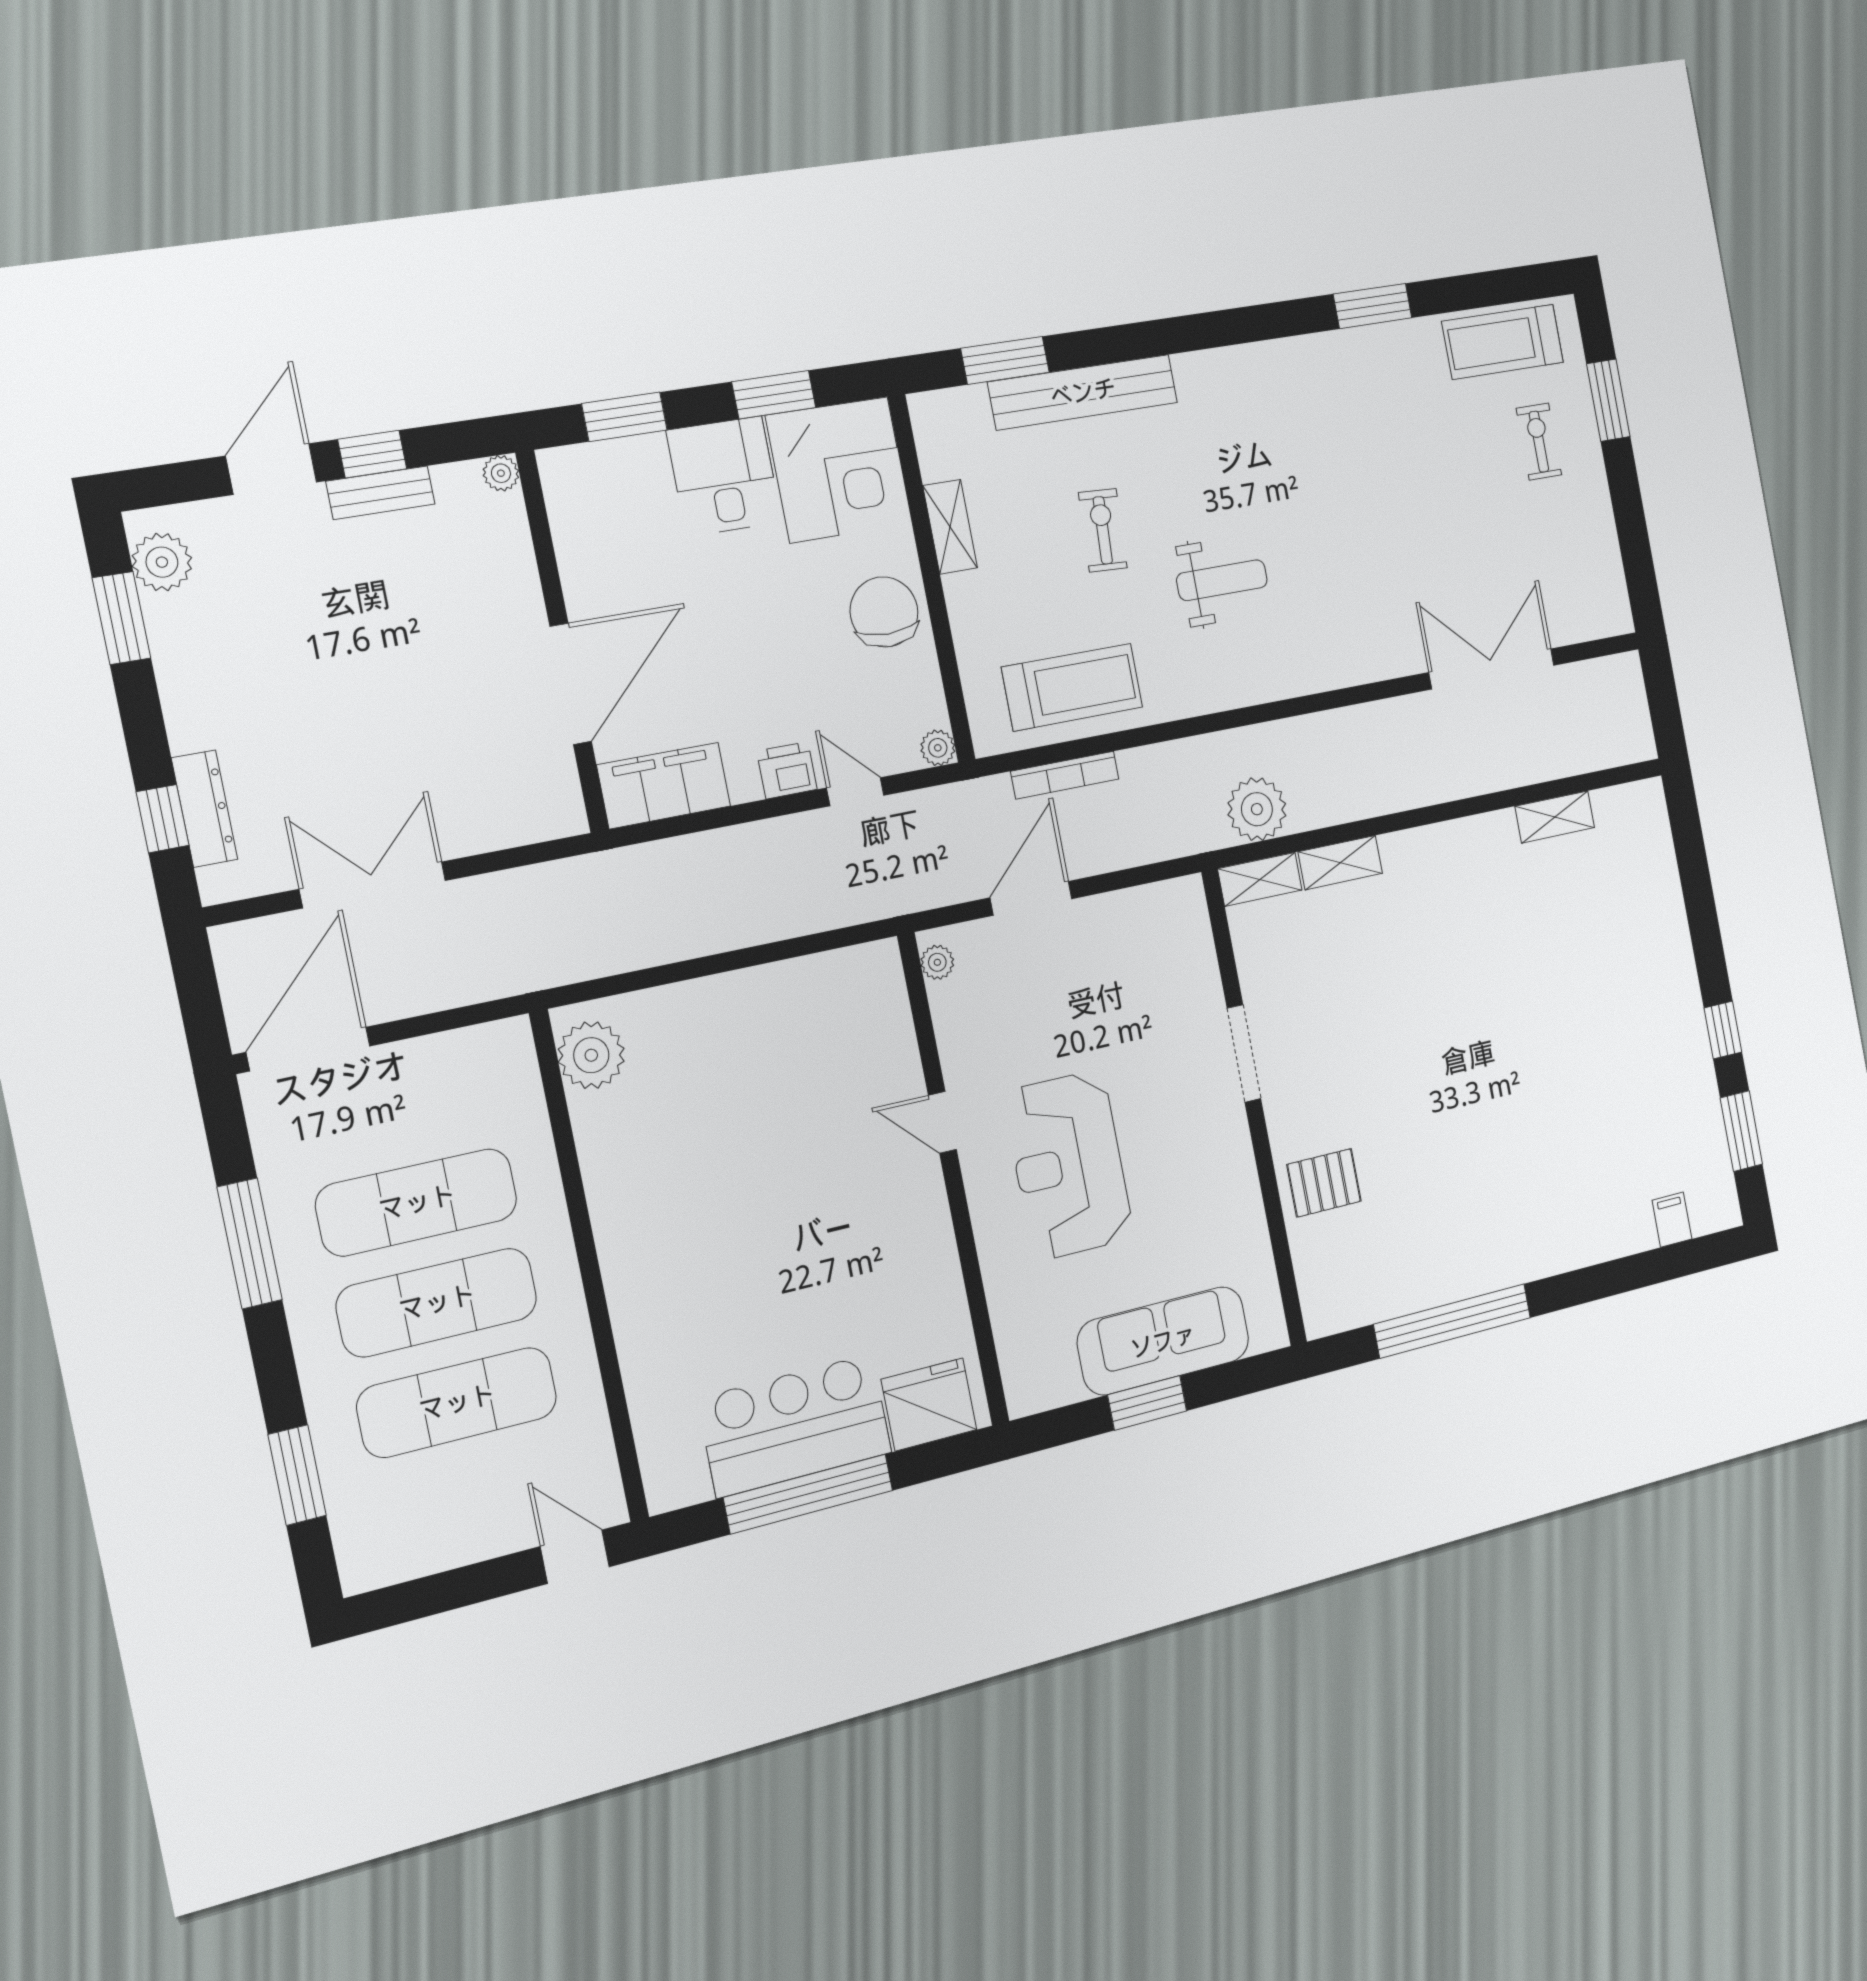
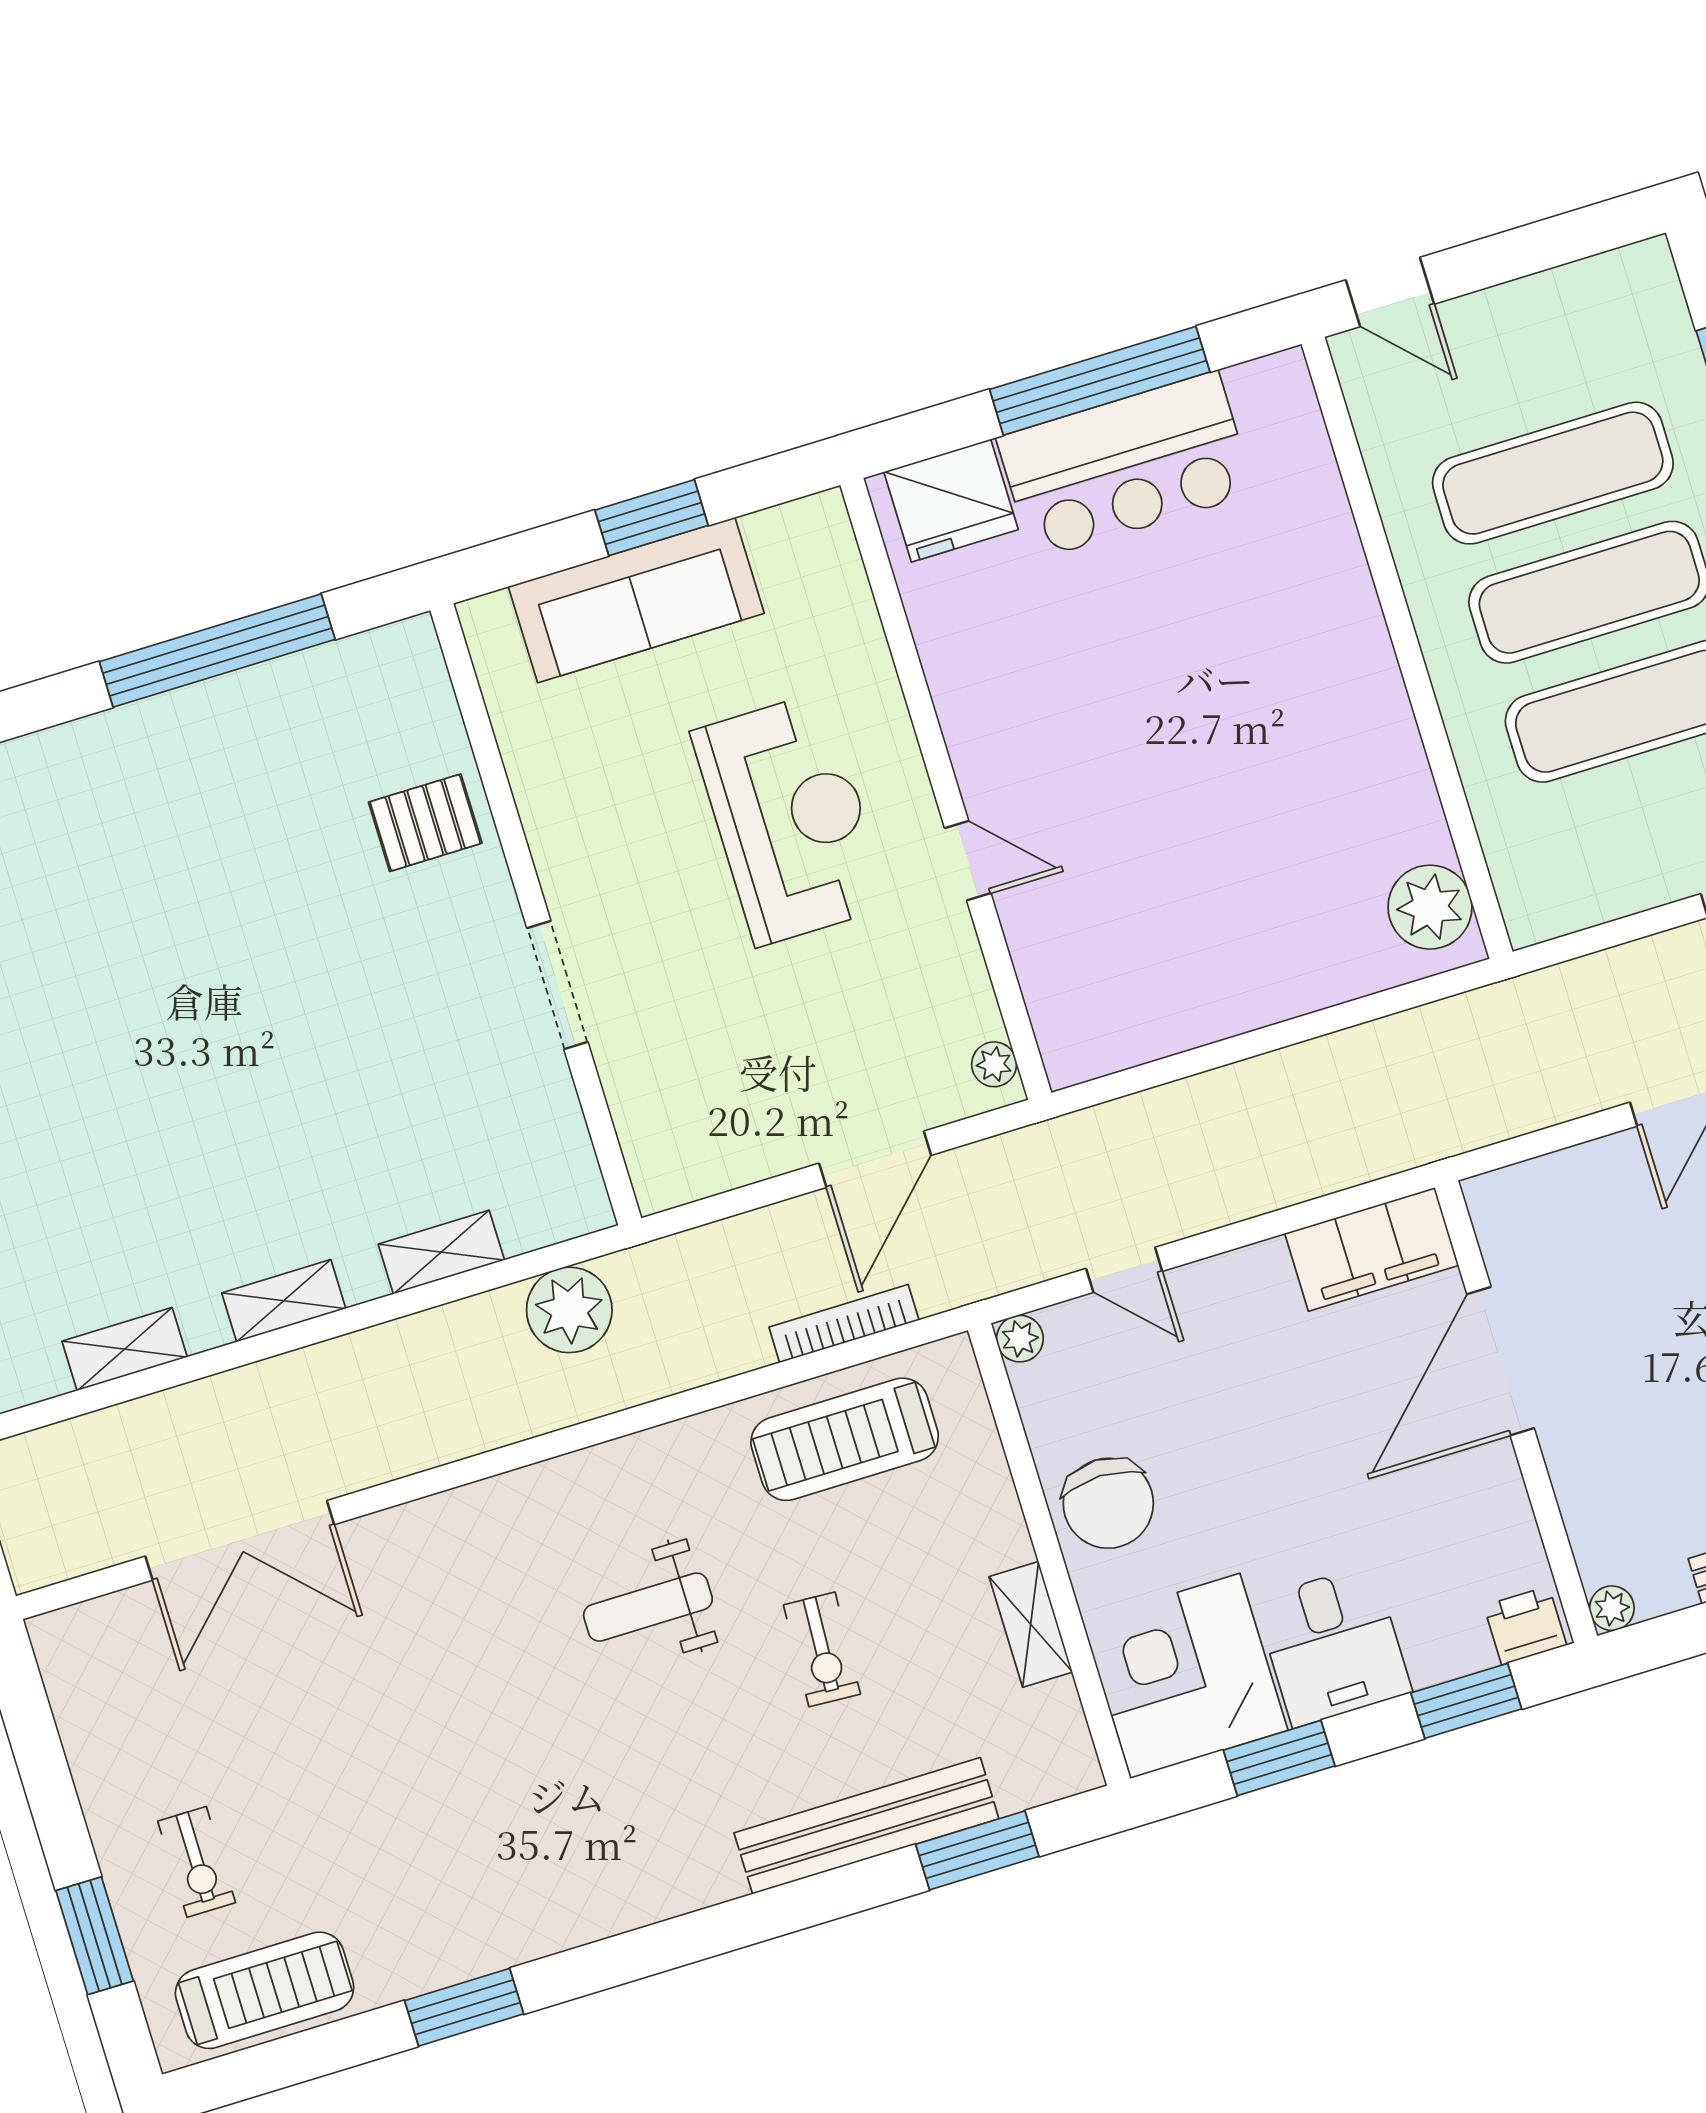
printer: (787, 770) -> (1525, 1625), moved, turned 180
shelving: (1260, 879) -> (284, 1301), moved

